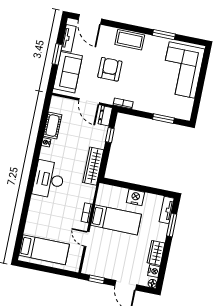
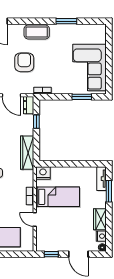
corner sofa: (182, 70) -> (89, 67), moved
nightstand: (135, 197) -> (43, 173), moved

